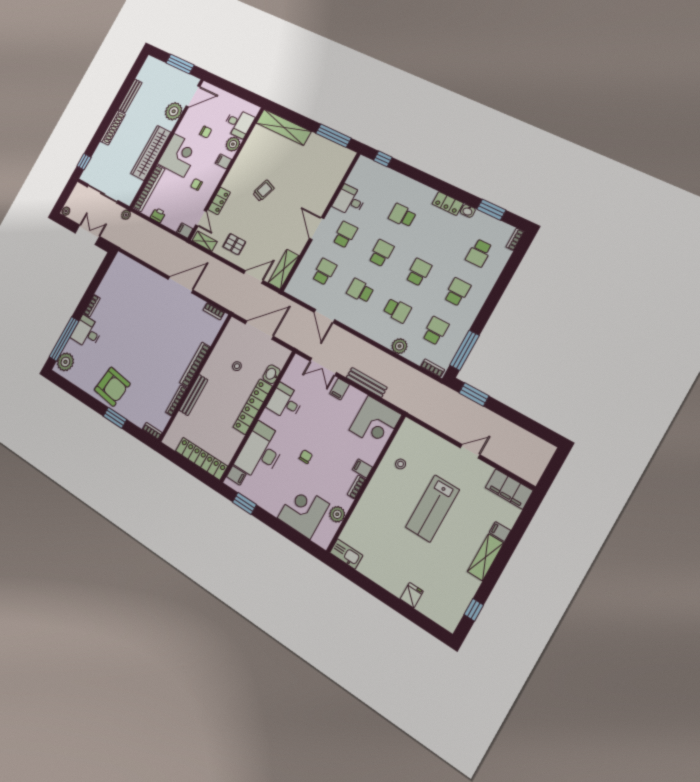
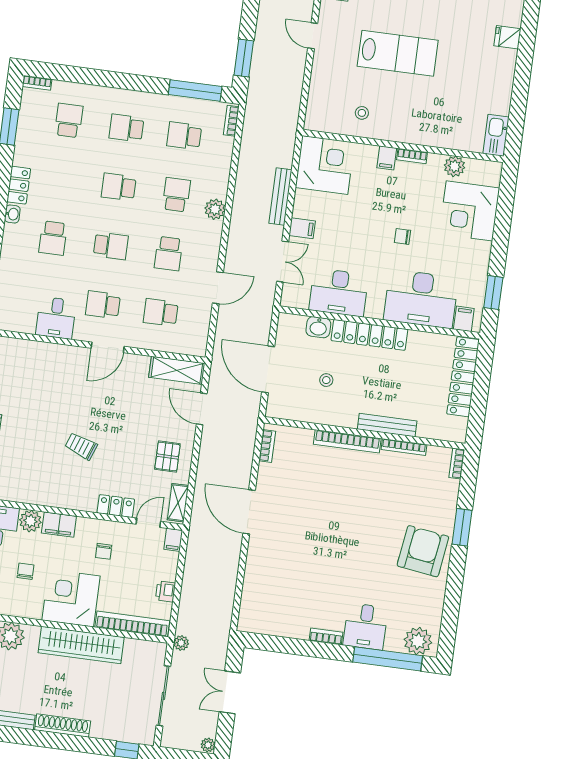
filing cabinet: (223, 161) -> (59, 525), width x2.00
washbasin: (468, 211) -> (12, 214), moved
school desk: (381, 253) -> (111, 246), turned 180
school desk: (479, 253) -> (69, 120), turned -90
plant: (400, 346) -> (215, 209), moved
desk: (285, 402) -> (339, 292), width x1.37

